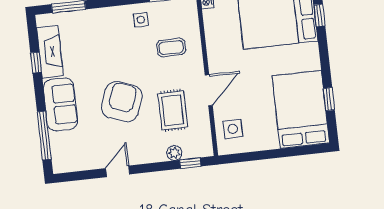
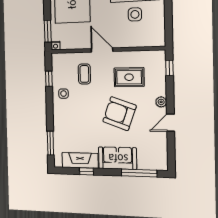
door: (209, 90) -> (102, 50), moved
side table: (233, 129) -> (135, 14), moved
plant: (174, 153) -> (161, 102), moved
door: (118, 171) -> (171, 123), hinge flipped

